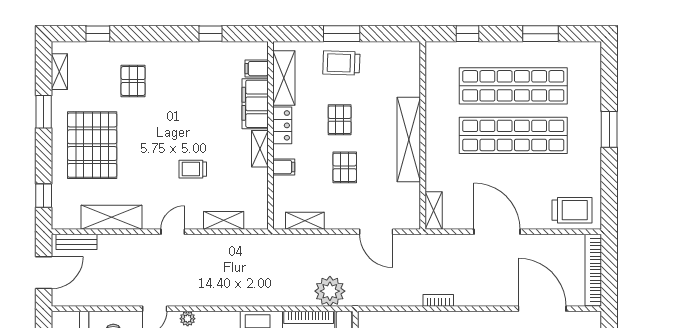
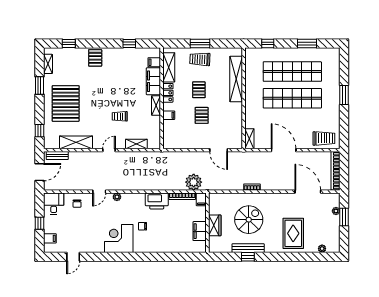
pallet: (133, 81) -> (95, 58), moved
shelving: (409, 140) -> (236, 79), moved
shelving: (305, 221) -> (180, 144), removed

